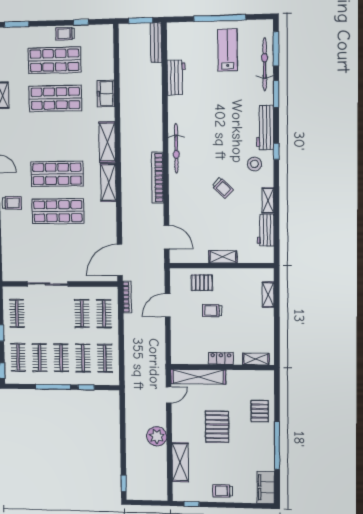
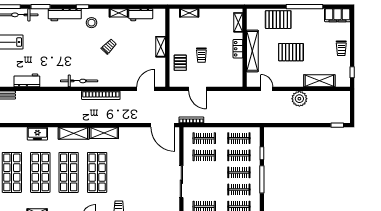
shop shelf: (58, 211) -> (69, 172), moved
shelving: (198, 377) -> (252, 51), moved
pallet: (260, 411) -> (278, 20), width x1.50, depth x1.42

